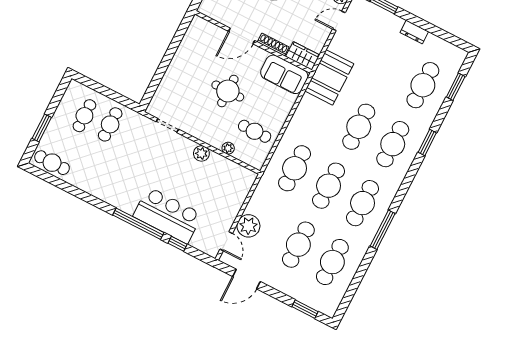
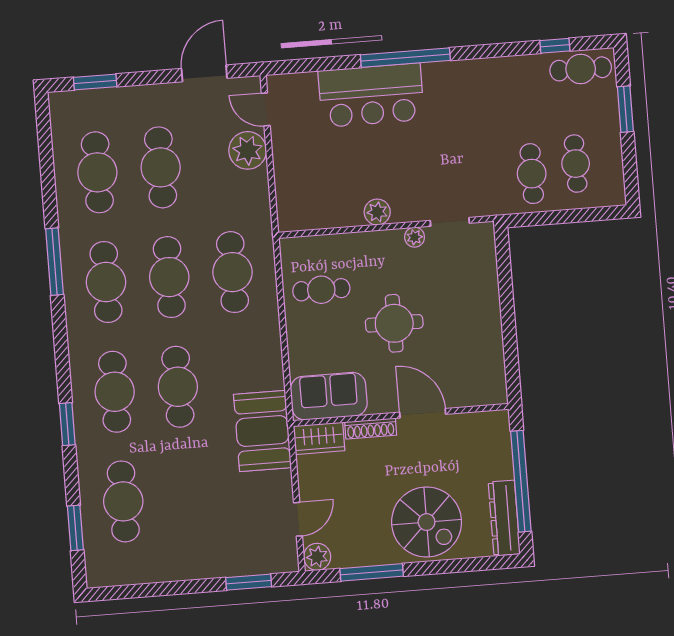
dresser: (414, 32) -> (182, 569), removed
door: (242, 36) -> (423, 413), hinge flipped
plant: (228, 148) -> (415, 237), moved
window: (178, 244) -> (555, 46), moved

